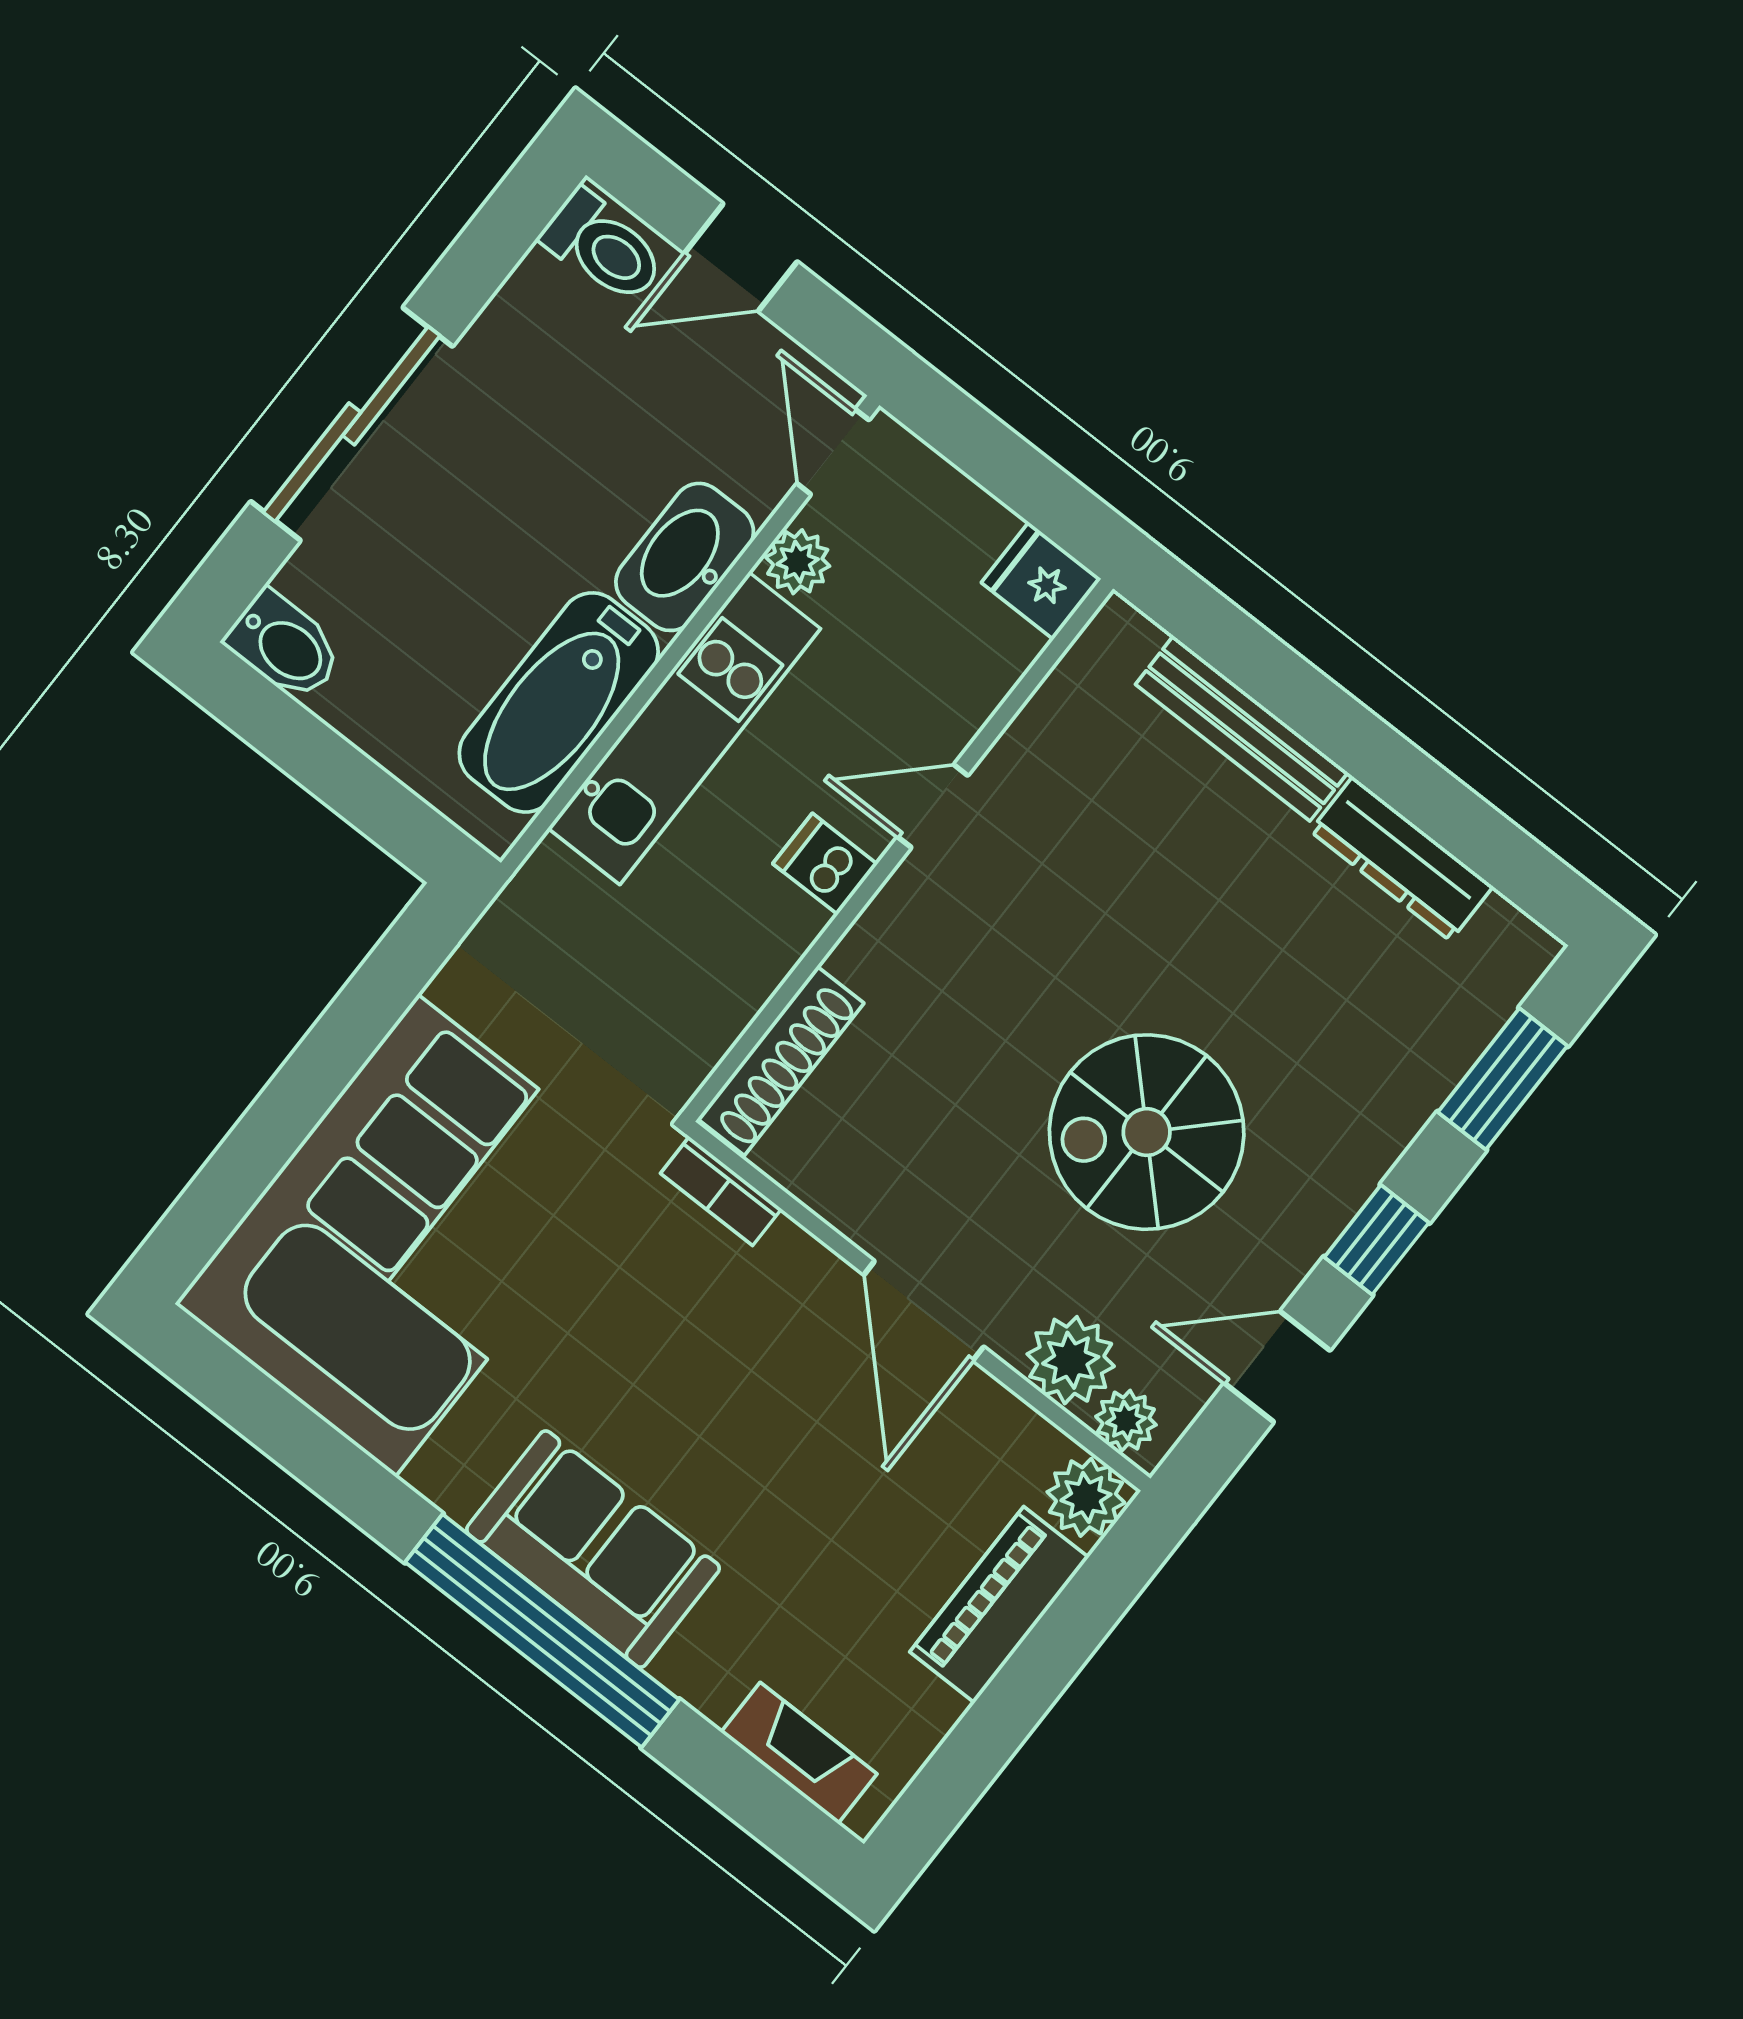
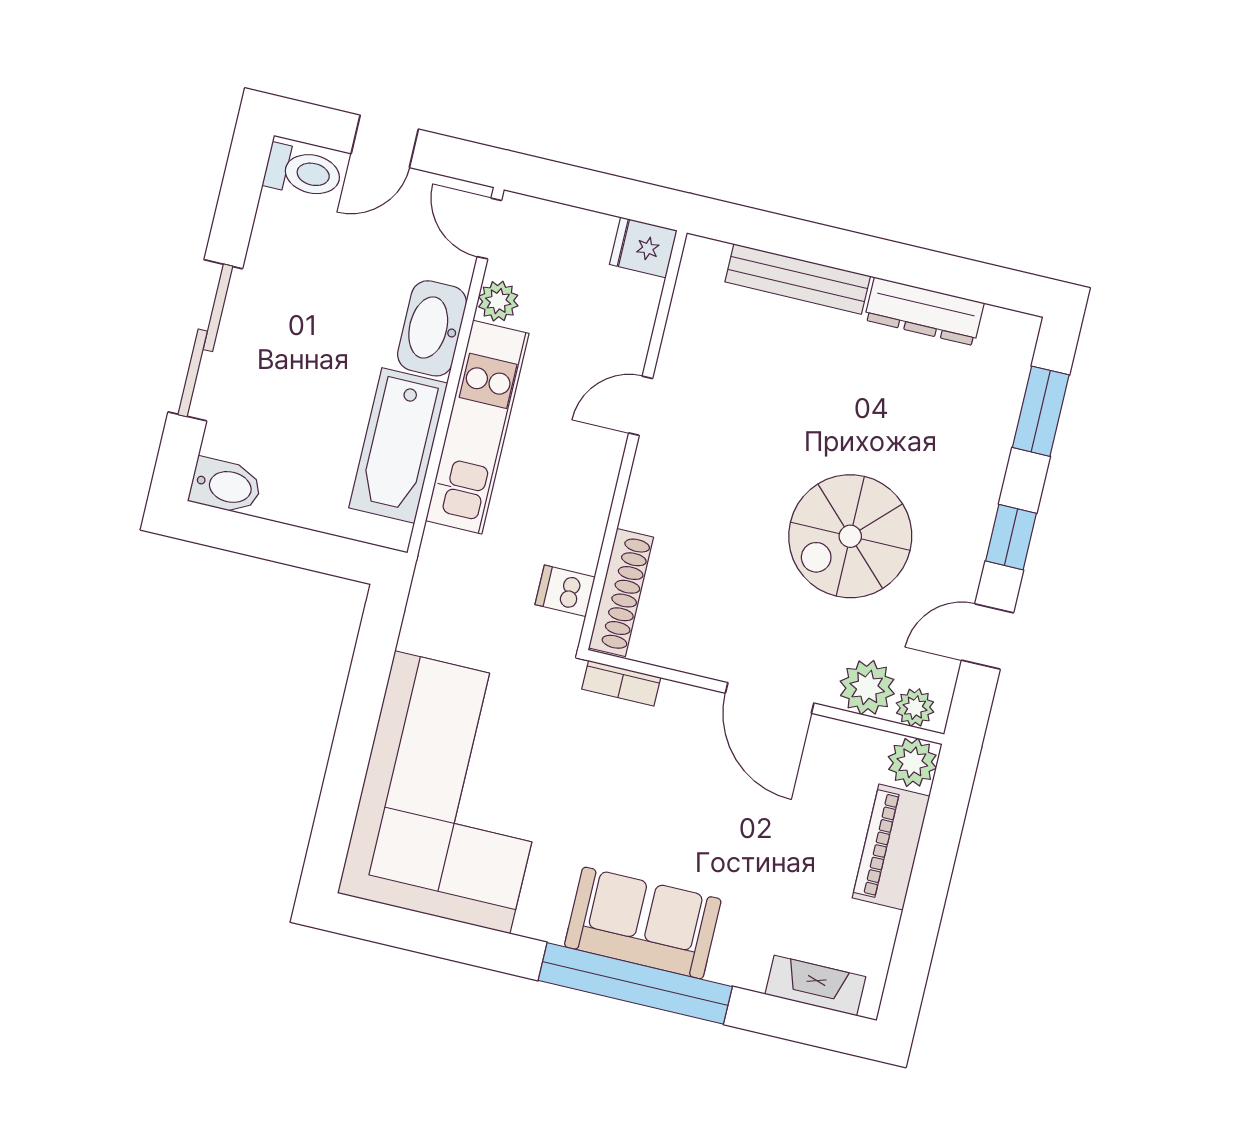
dishwasher: (825, 864) -> (565, 591), moved

